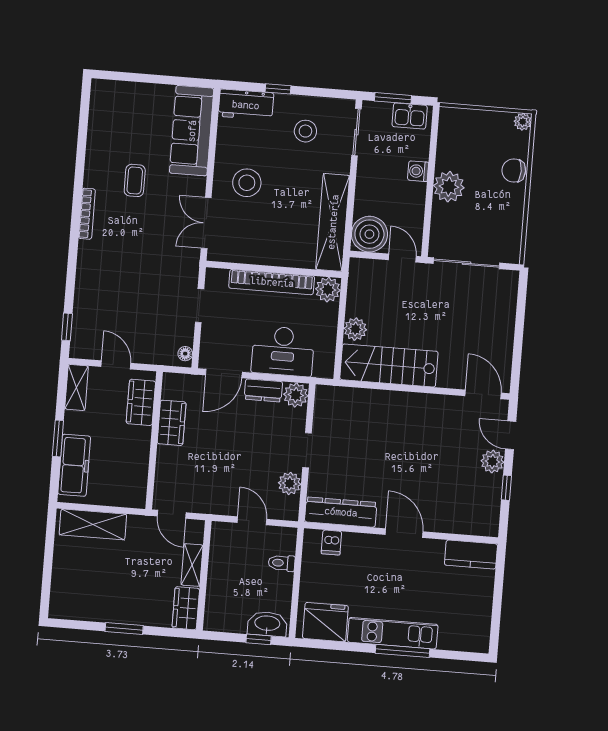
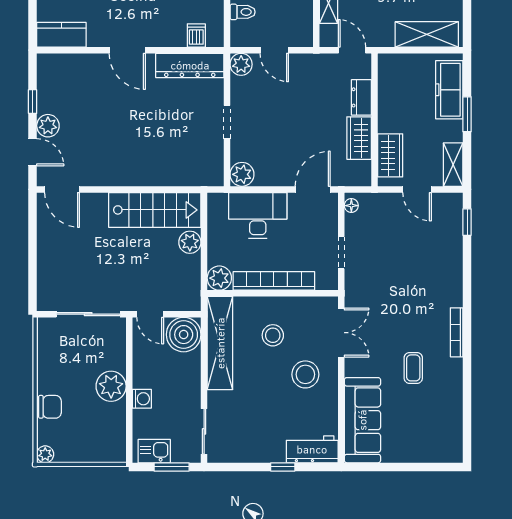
stool: (305, 131) -> (273, 335), moved
dresser: (263, 390) -> (361, 97), moved, turned -90
plant: (290, 483) -> (241, 64), moved

